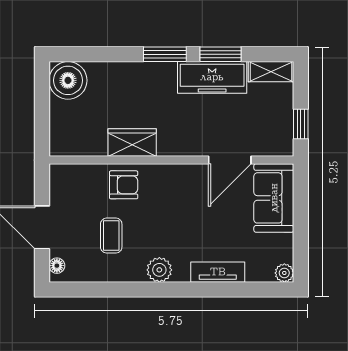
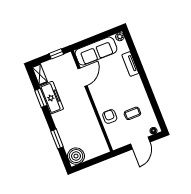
window: (165, 54) -> (57, 139), moved
wardrobe: (132, 143) -> (91, 120), removed
door: (230, 160) -> (83, 77), hinge flipped
sofa: (274, 198) -> (96, 51), width x1.36
plant: (159, 270) -> (139, 88), removed

